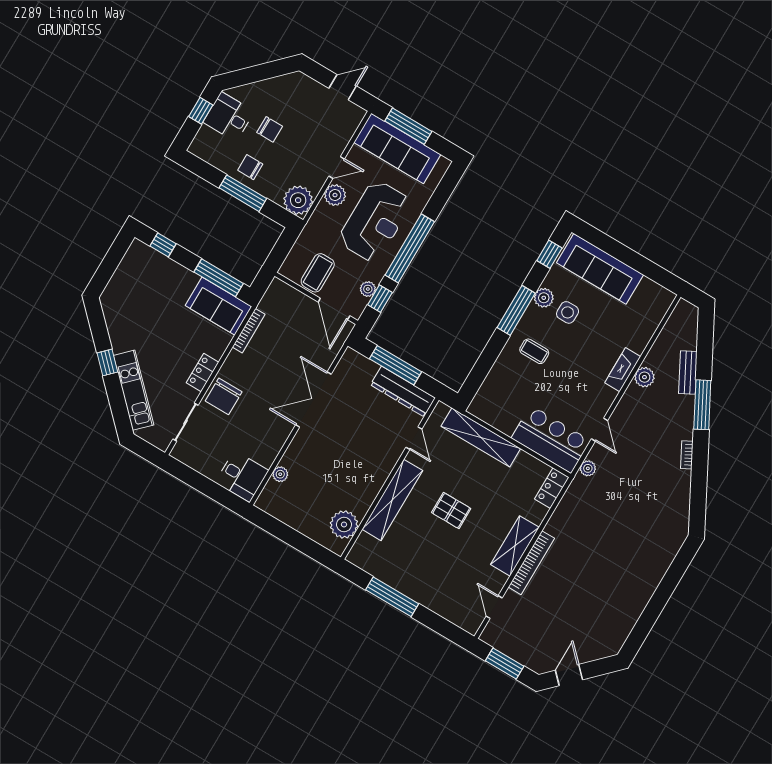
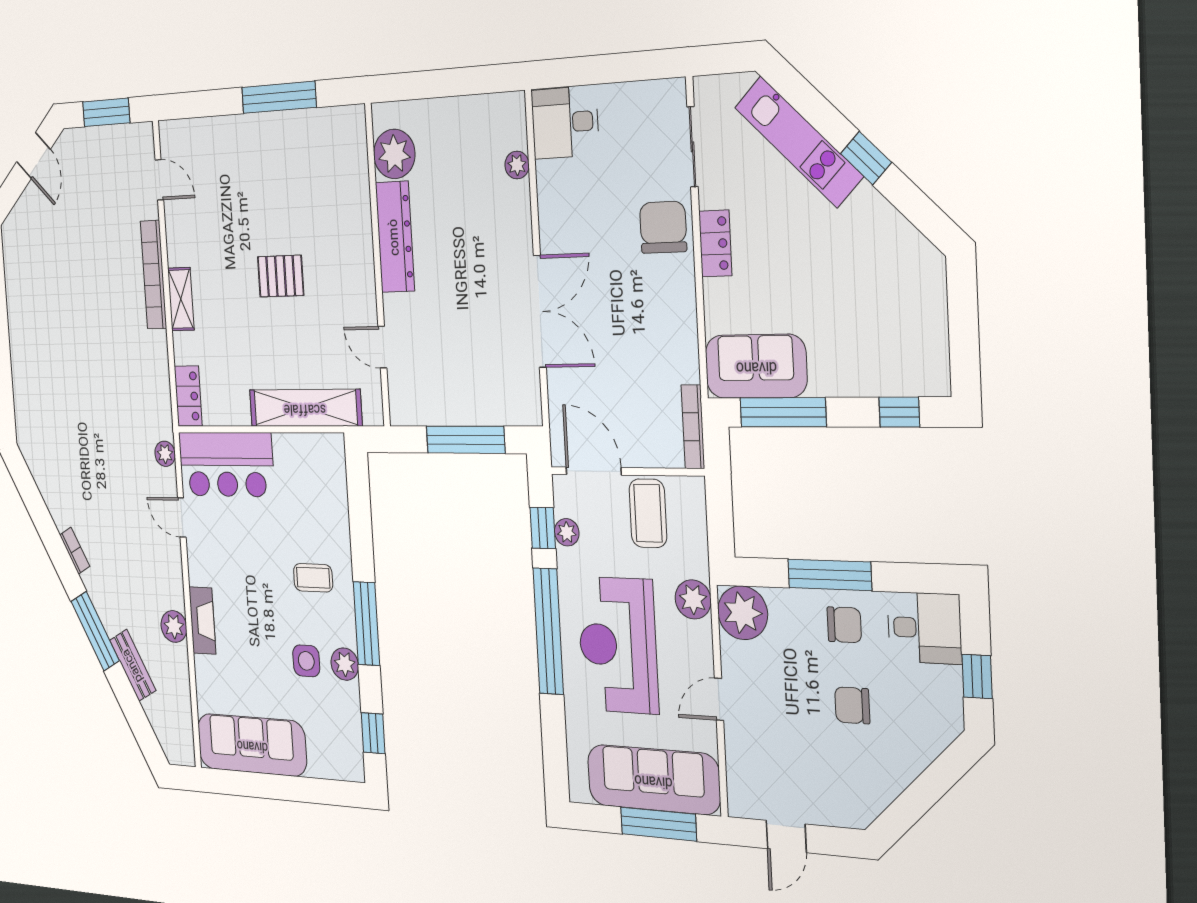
desk: (229, 117) -> (924, 628), moved
plant: (335, 195) -> (693, 599), moved
sofa: (600, 269) -> (252, 745), moved
bookcase: (249, 331) -> (693, 427), moved
dresser: (403, 391) -> (395, 237), moved, turned 90
shelving: (392, 500) -> (357, 237), removed
shelving: (515, 546) -> (181, 299), width x0.67, depth x0.75

